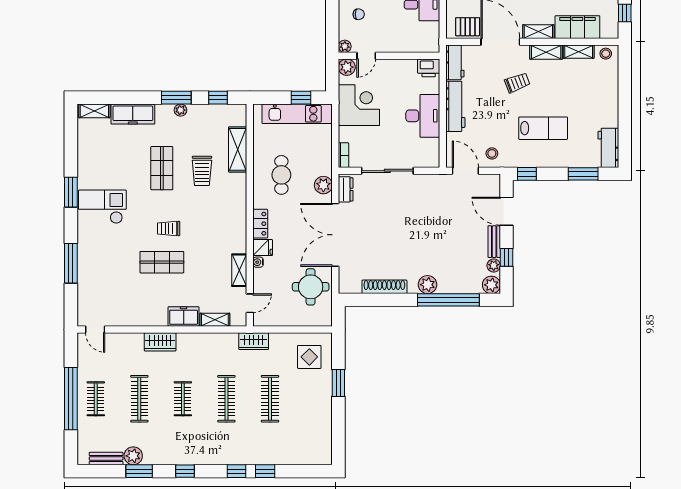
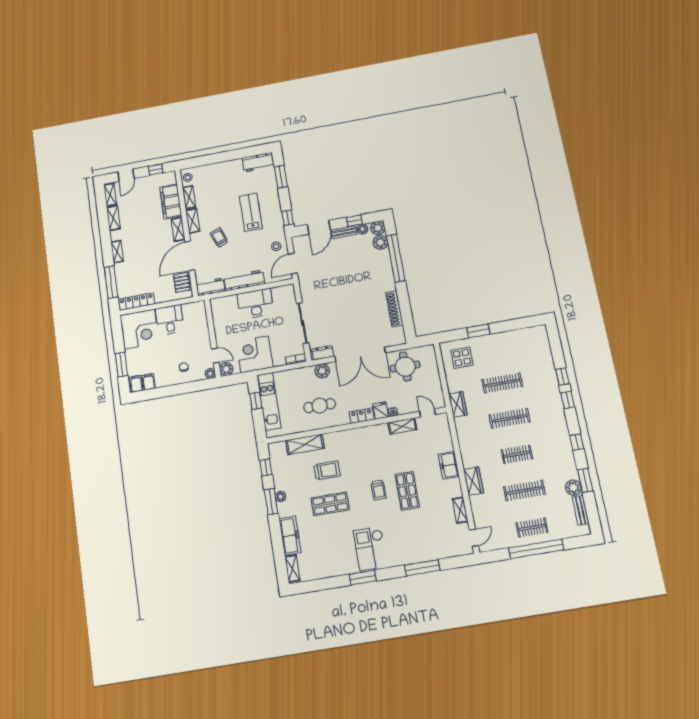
printer: (429, 68) -> (218, 306), removed
plant: (427, 285) -> (380, 242), moved
shelving: (215, 320) -> (460, 510), moved

